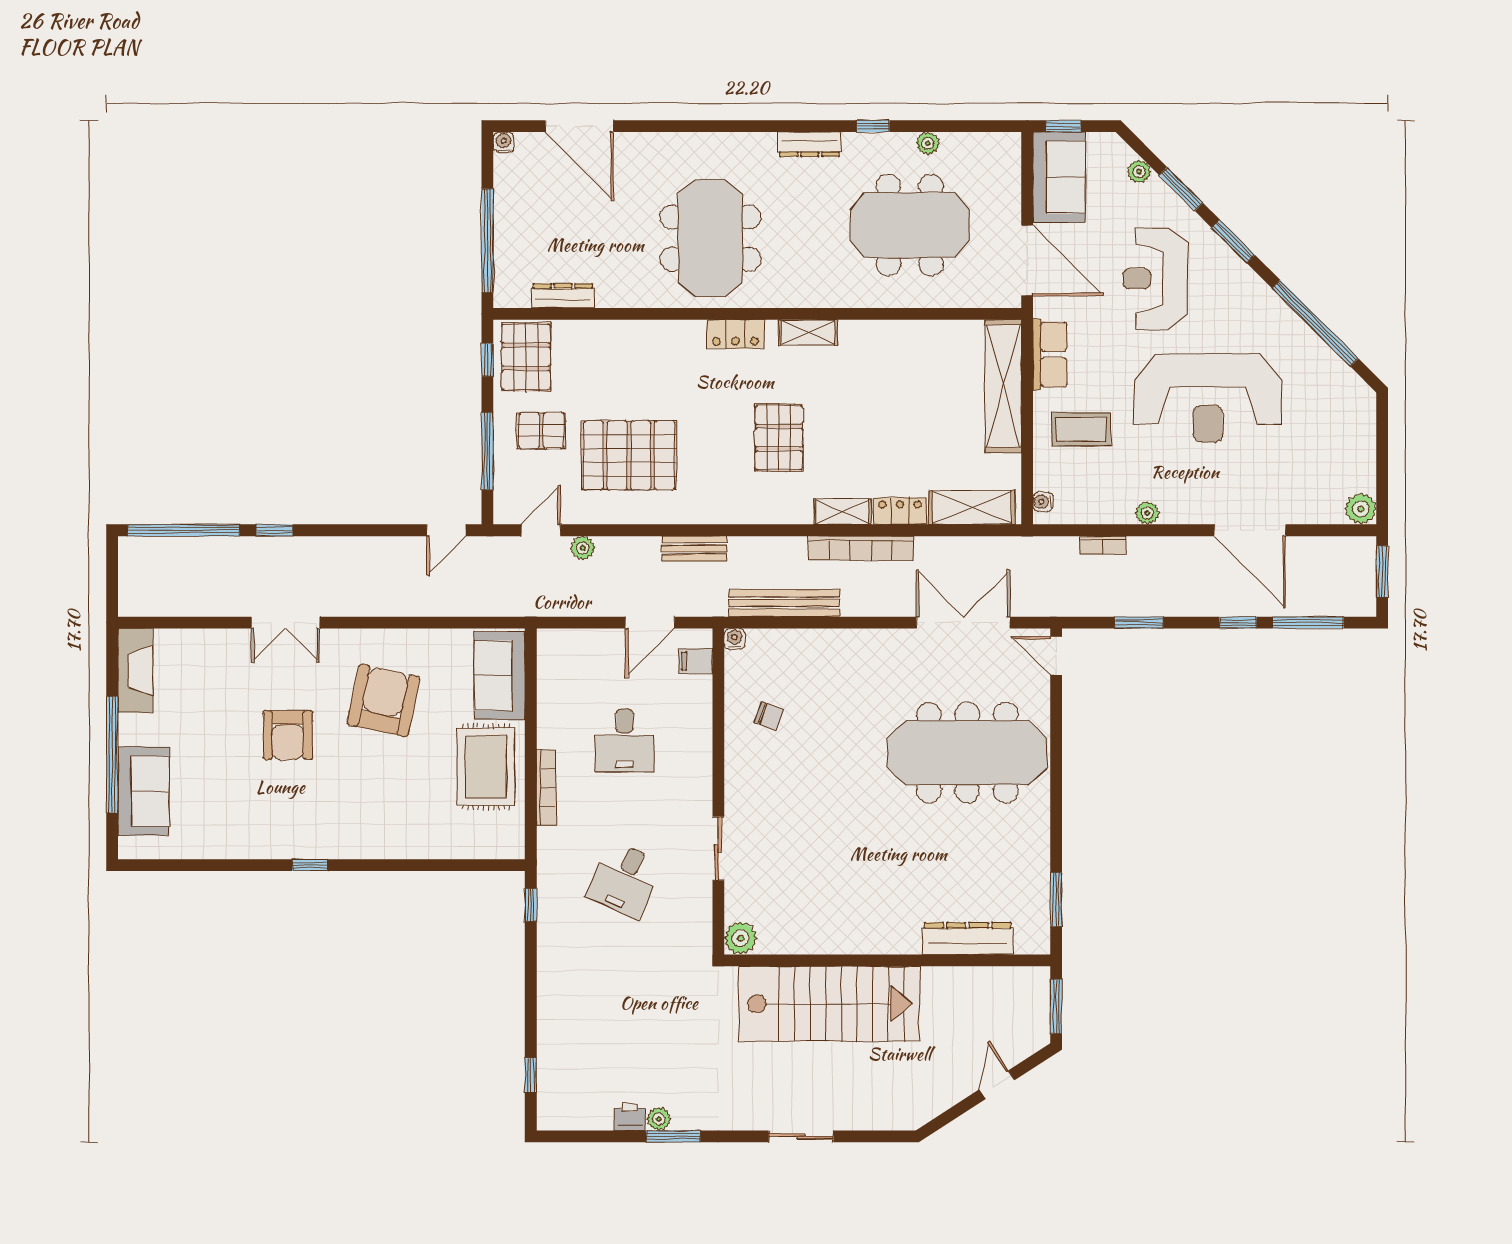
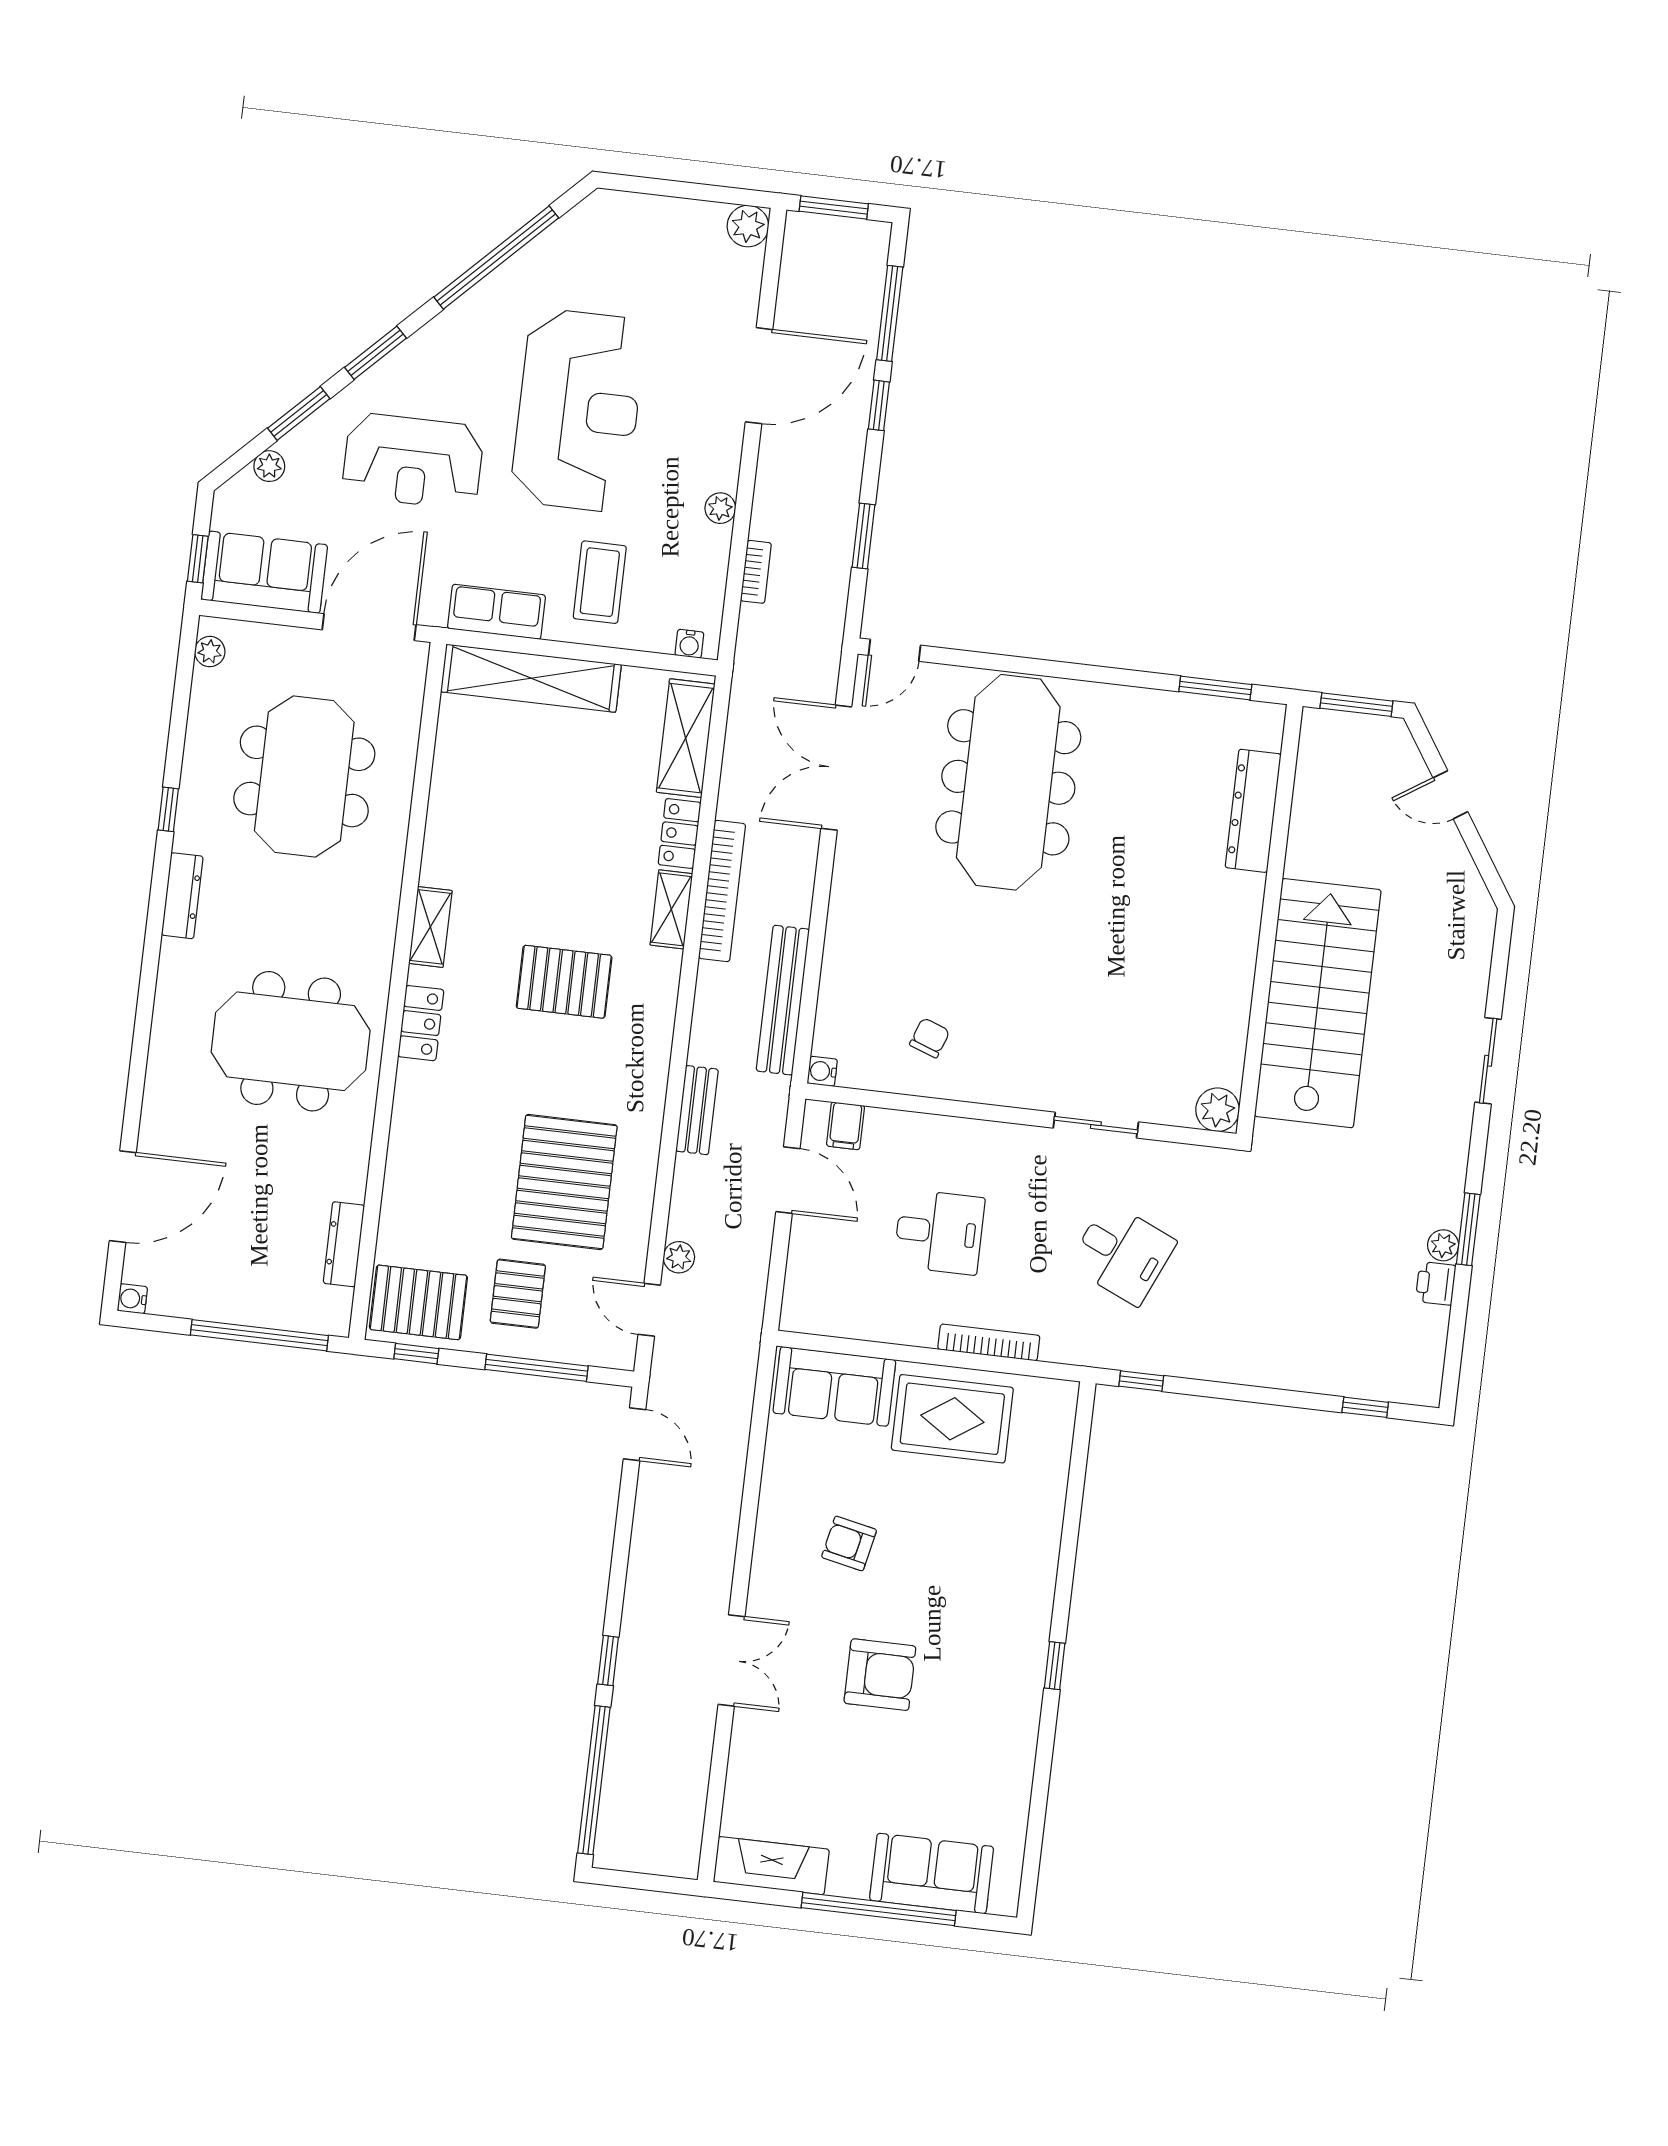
plant: (928, 143) -> (210, 652), moved
armchair: (383, 700) -> (849, 1543), width x0.53, depth x0.53

